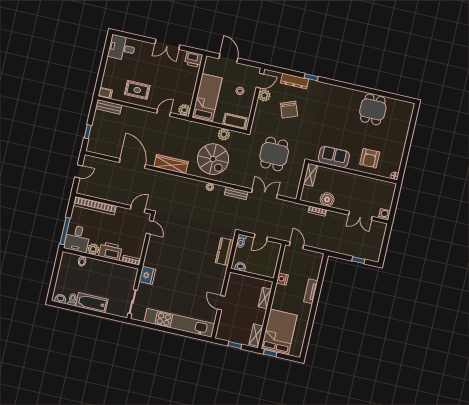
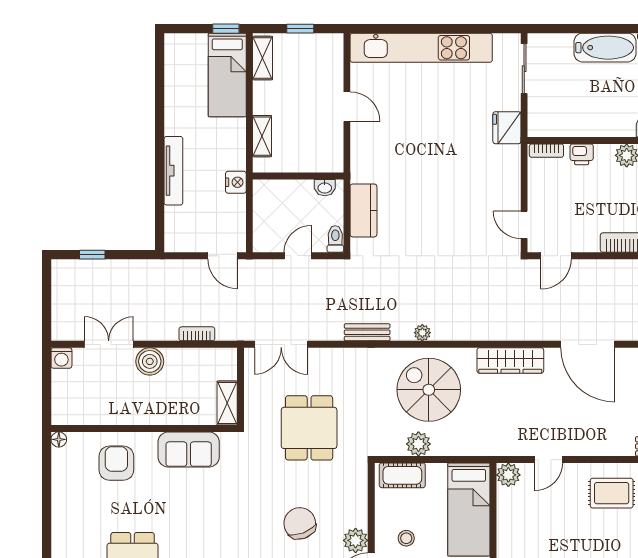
double door: (264, 194) -> (281, 344), moved
boiler: (327, 199) -> (150, 361), moved
printer: (110, 251) -> (582, 154), width x0.53, depth x0.68
tv unit: (311, 291) -> (173, 171), width x1.41
bed: (279, 332) -> (227, 75), width x0.67

